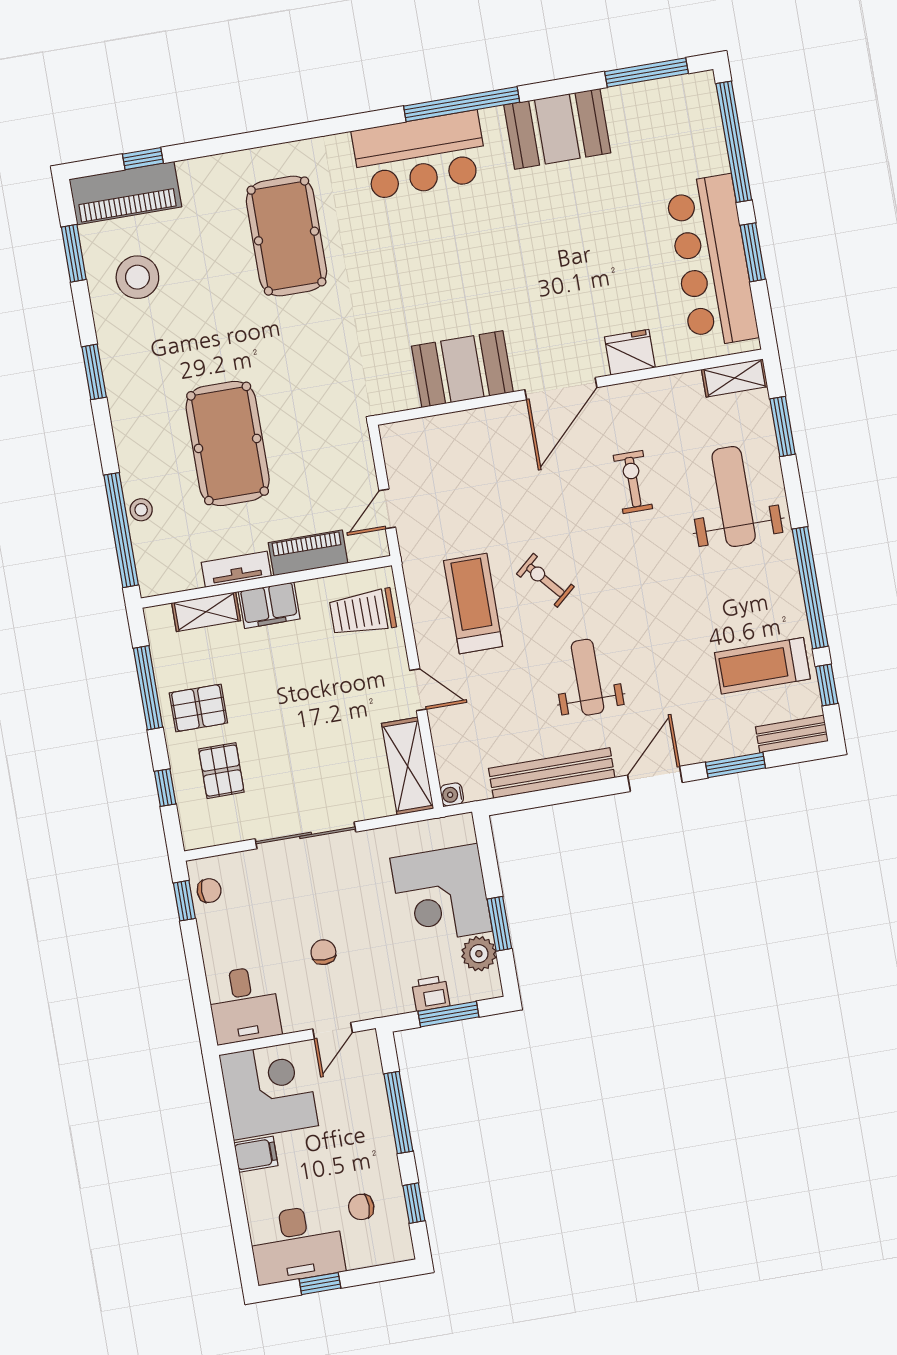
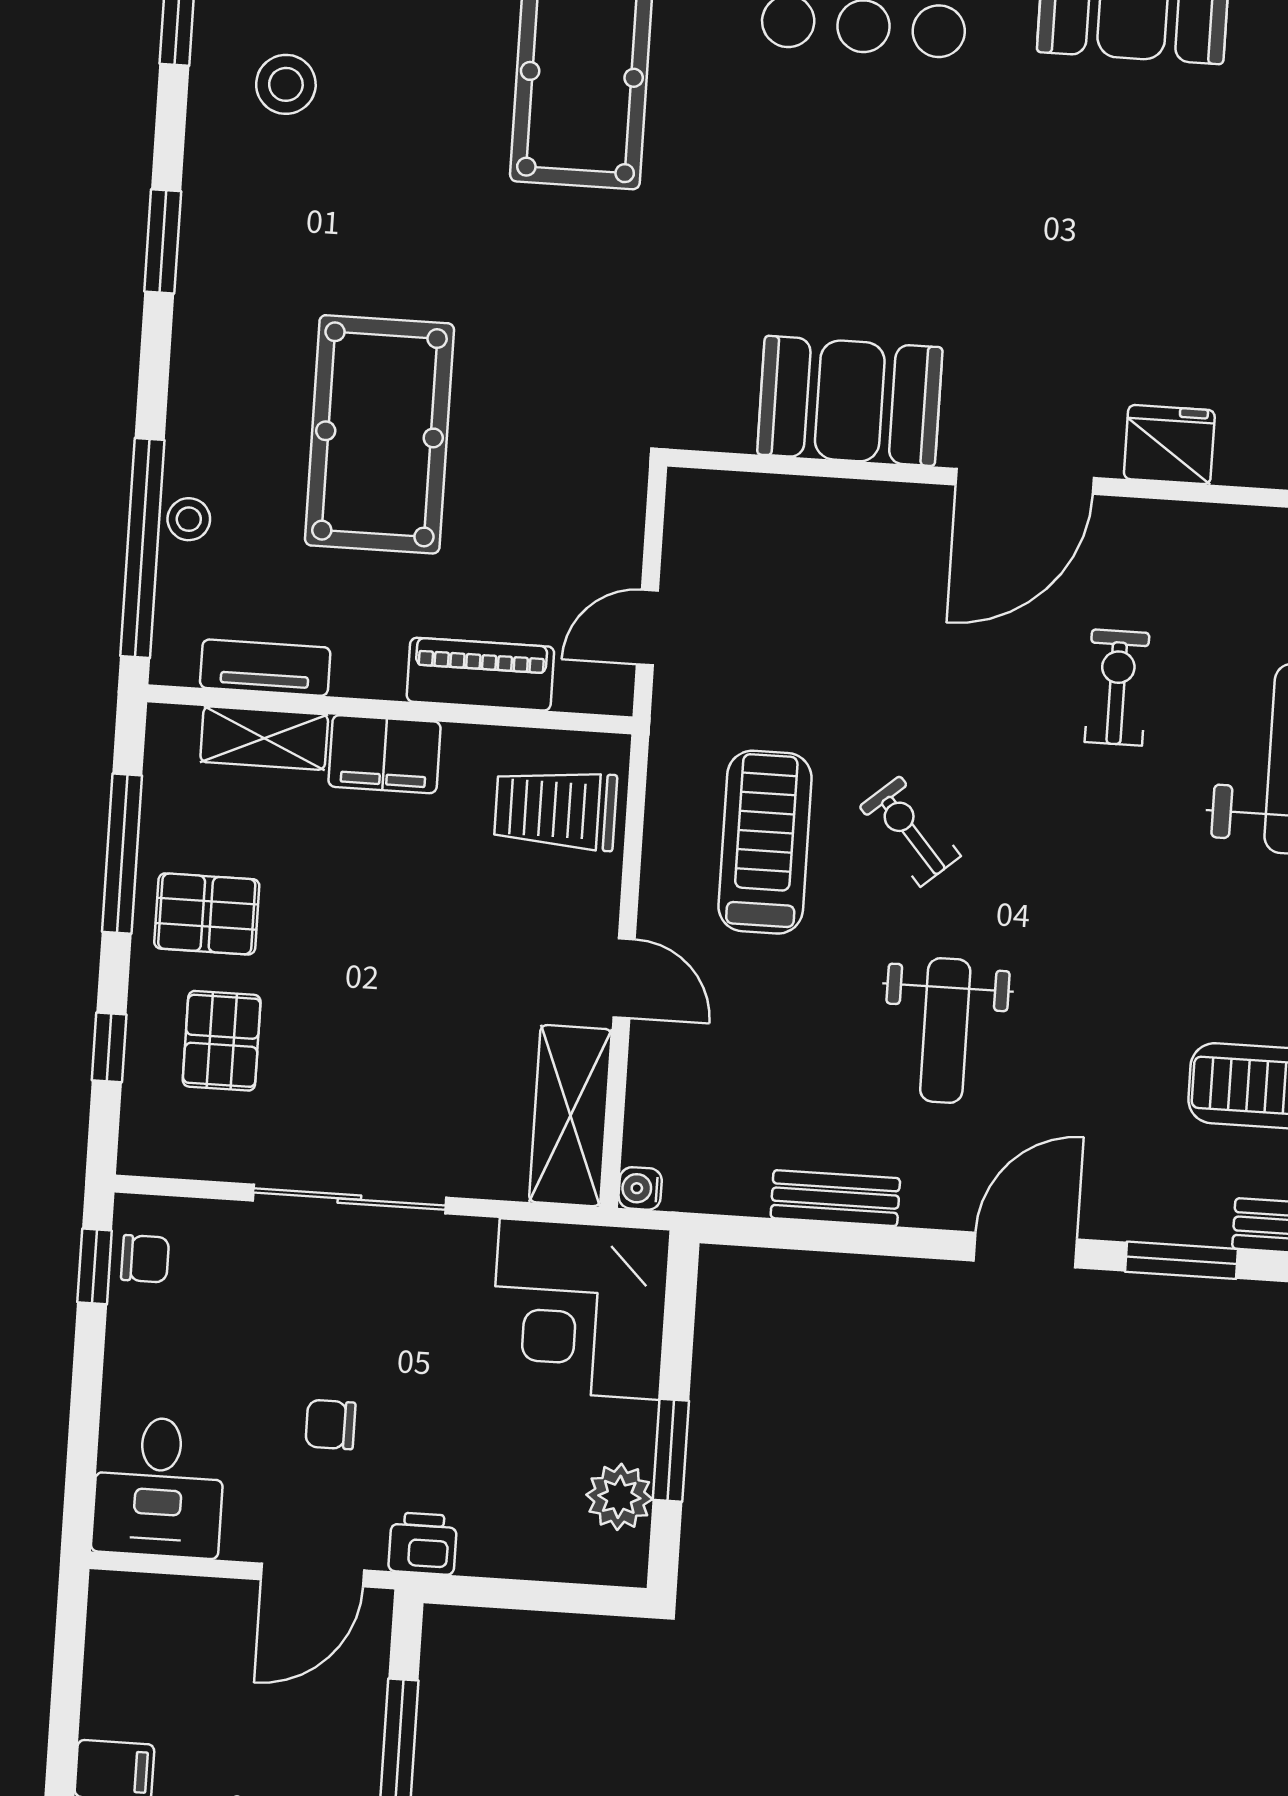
stool: (137, 277) -> (286, 84), width x0.73, depth x0.73
tv unit: (236, 569) -> (265, 668), moved
weight bench: (587, 677) -> (945, 1030), turned 180
bench: (552, 773) -> (835, 1198), width x0.54, depth x0.82
corner desk: (441, 895) -> (580, 1309), moved
chair: (323, 952) -> (330, 1425), turned -90
printer: (431, 993) -> (423, 1543), moved
window: (448, 1014) -> (536, 1596), removed
door: (333, 1031) -> (312, 1575), width x1.38
corner desk: (269, 1090) -> (167, 1657), removed

